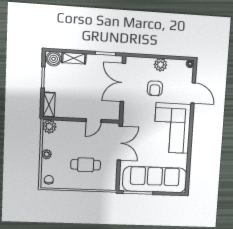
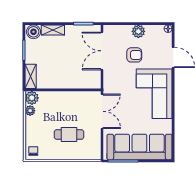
armchair: (155, 88) -> (134, 55), turned -90
door: (94, 121) -> (75, 90), removed
plant: (47, 154) -> (30, 111), moved

